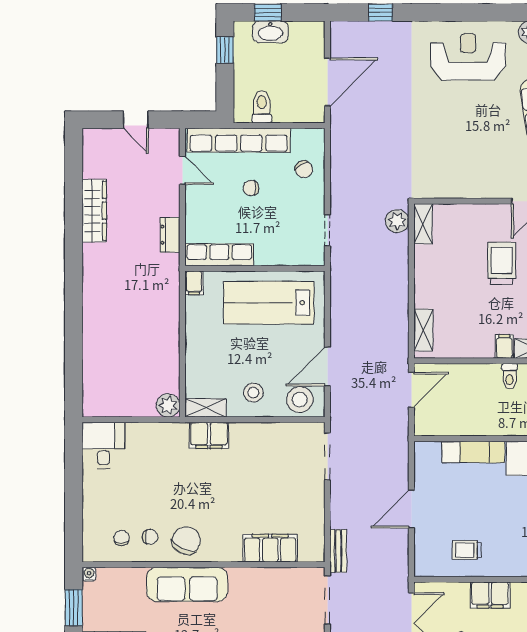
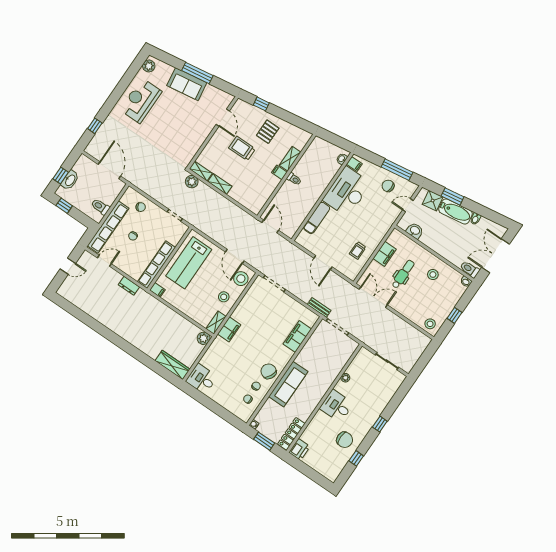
wardrobe: (94, 211) -> (173, 365), moved
row of seats: (219, 255) -> (157, 265), width x1.36
shelving: (423, 330) -> (220, 184), moved

